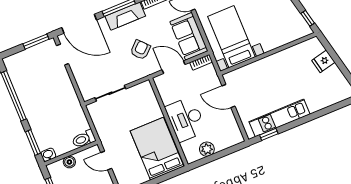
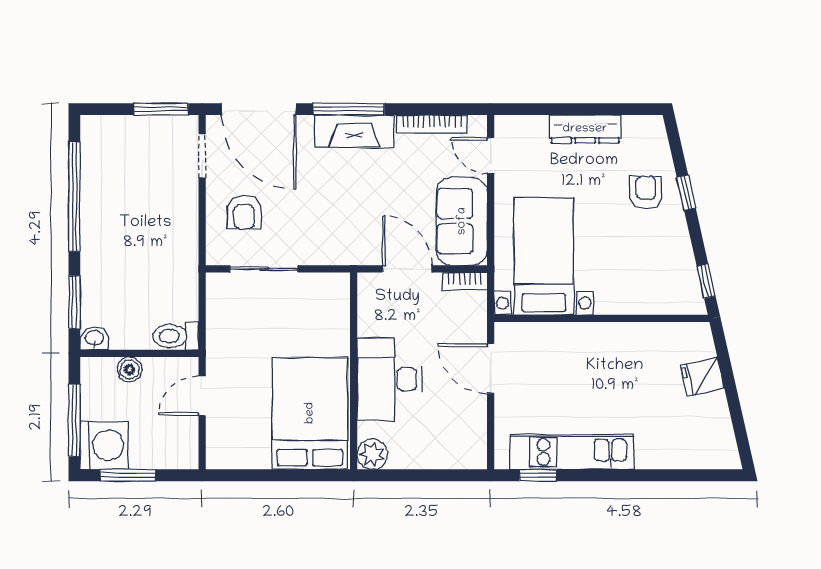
armchair: (140, 50) -> (244, 212), moved, turned 133
plant: (207, 149) -> (372, 454), moved
door: (106, 160) -> (202, 396), hinge flipped

